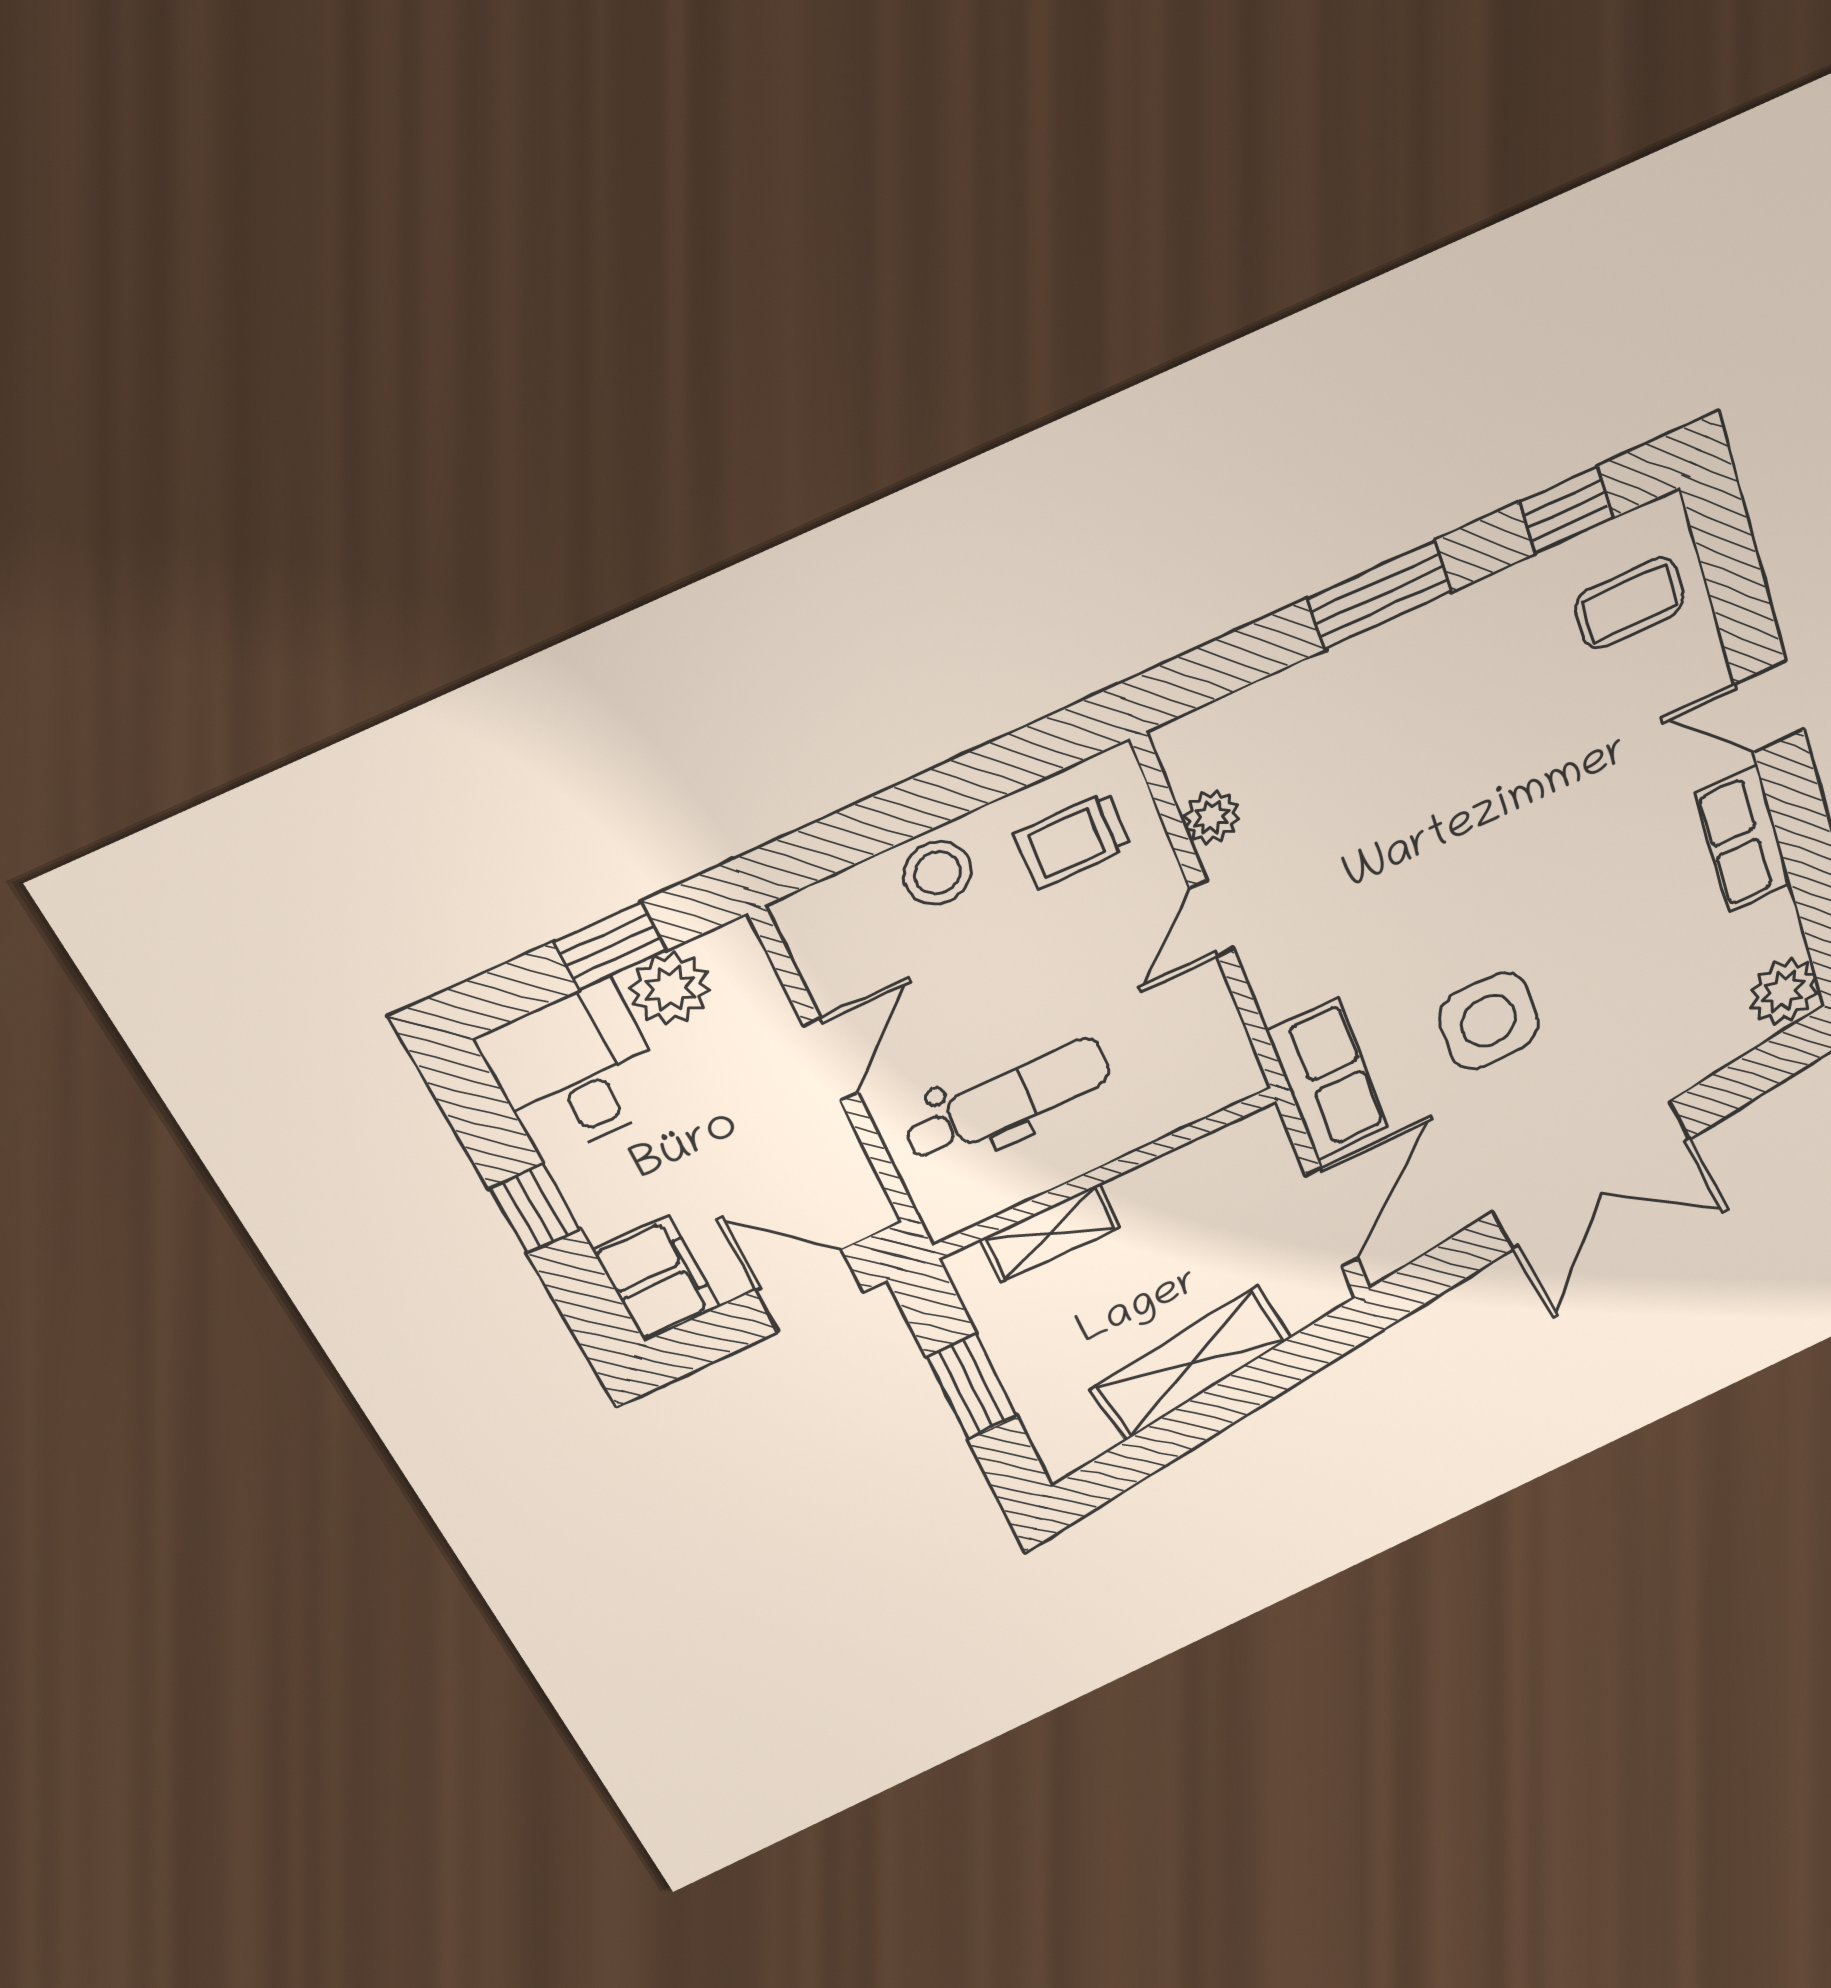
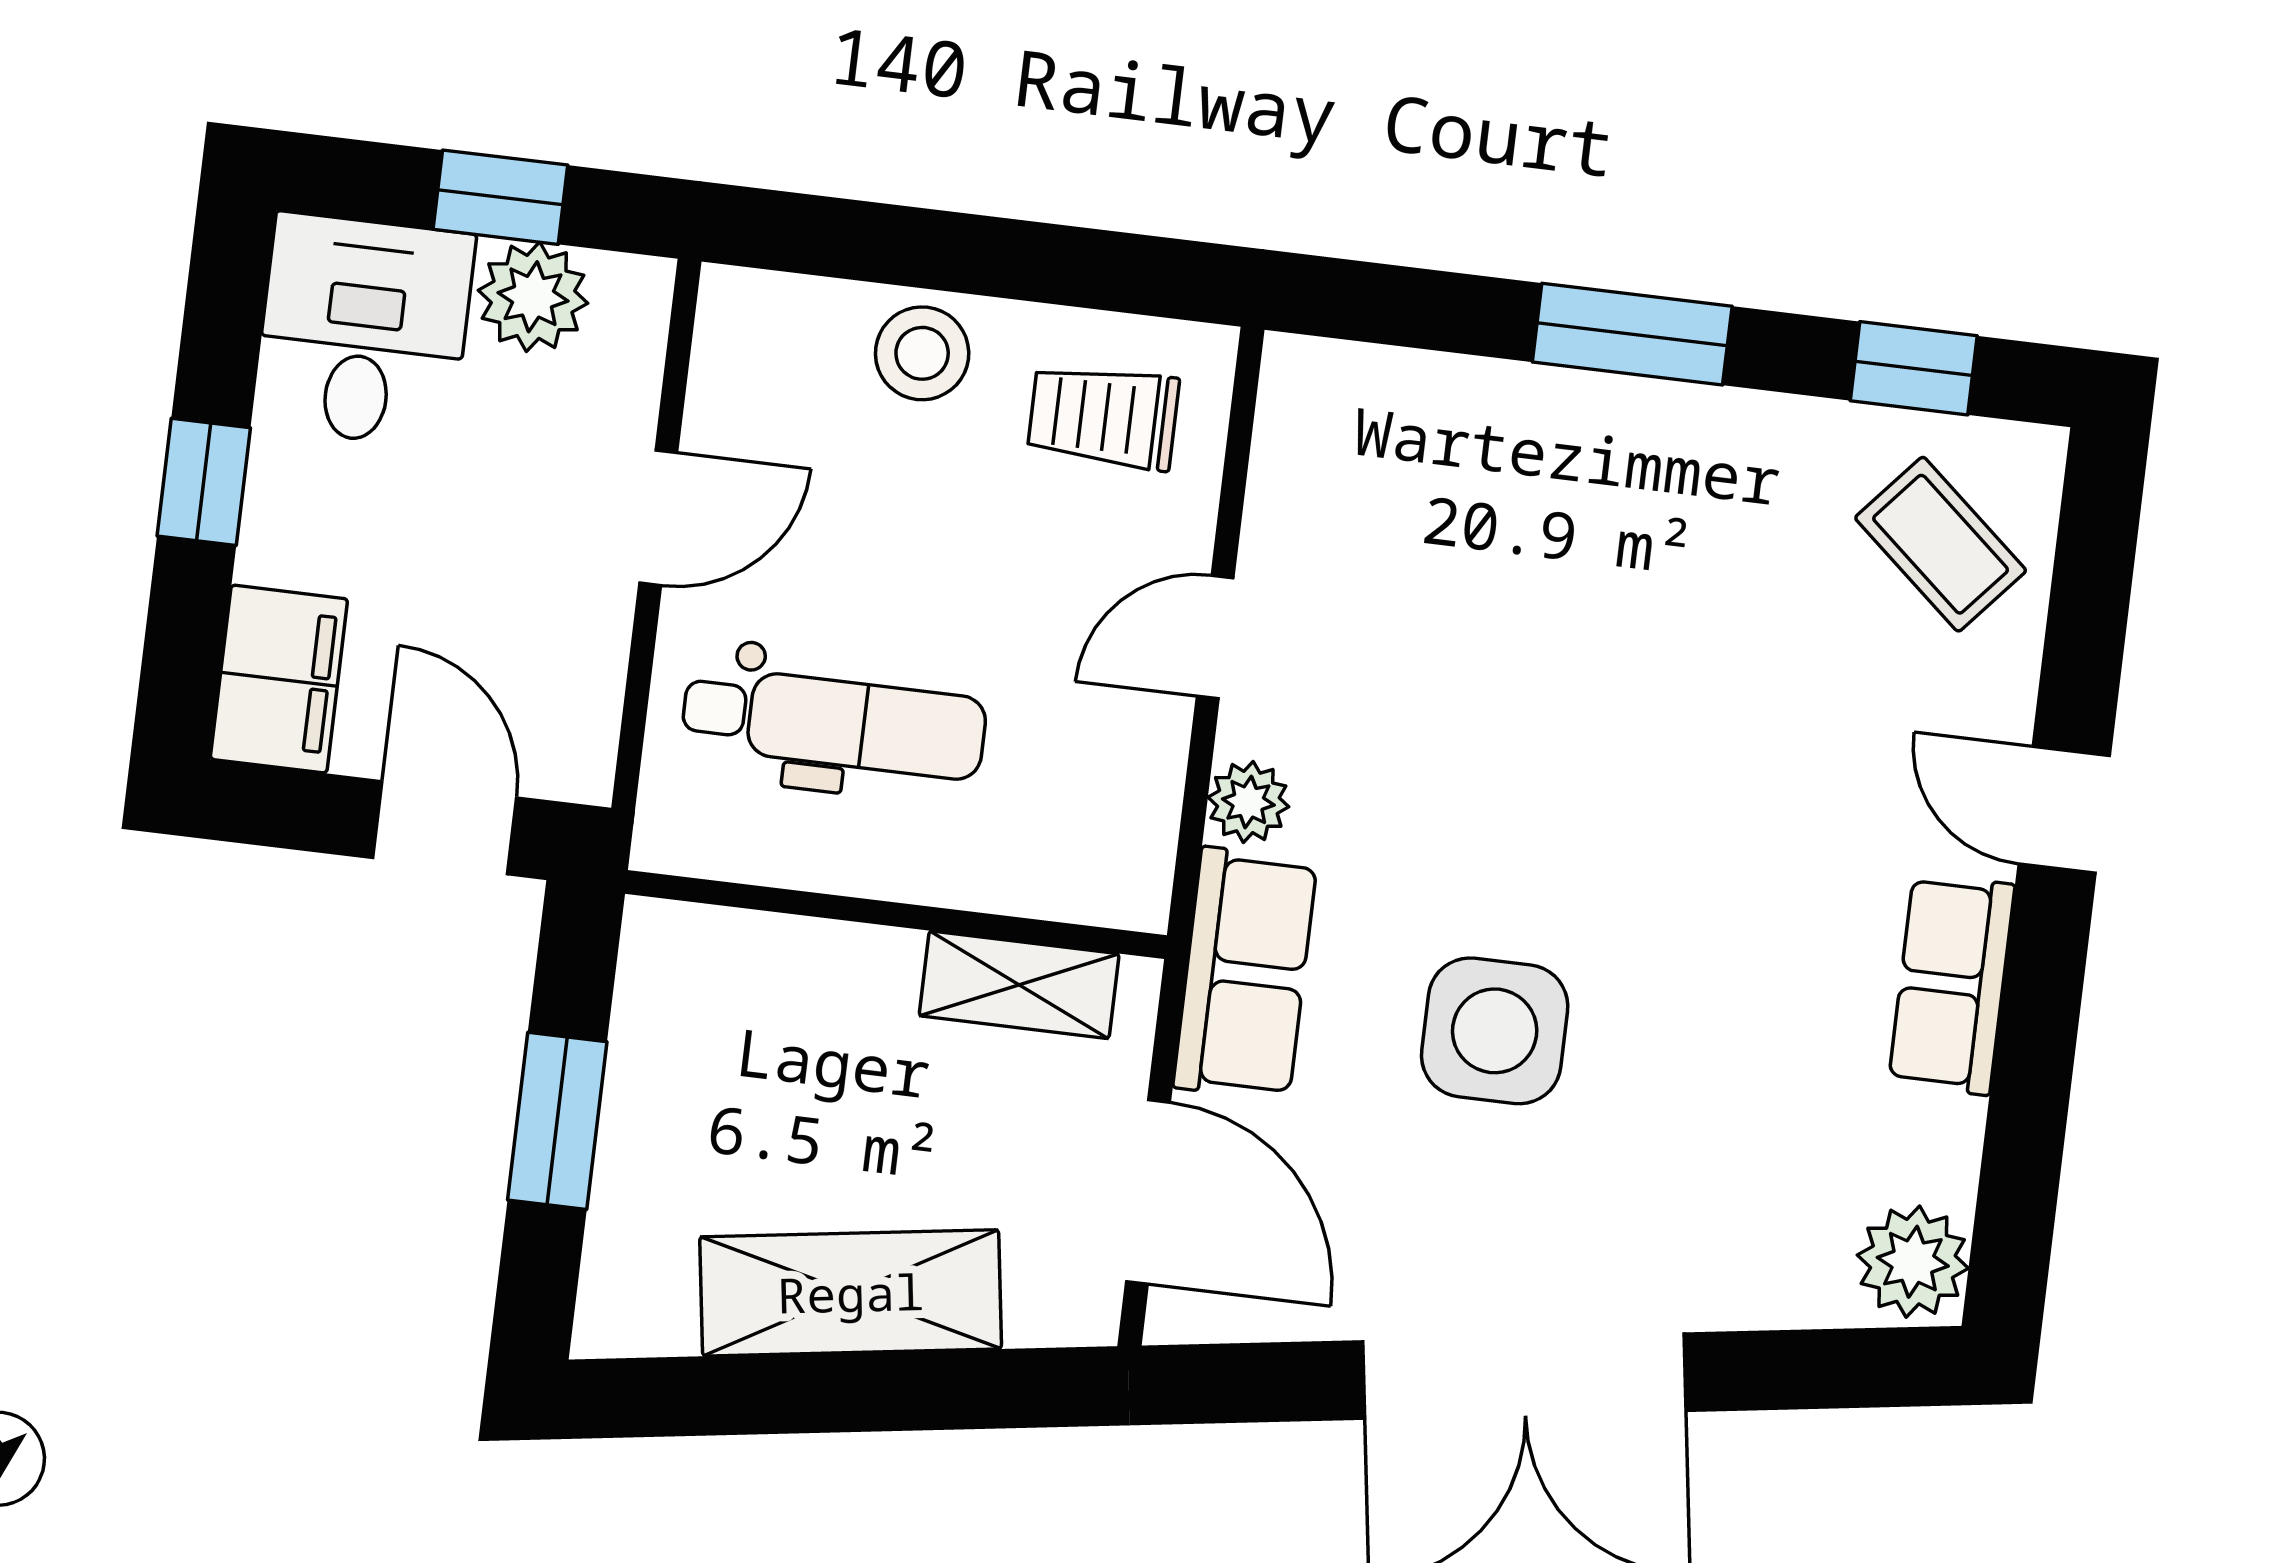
coffee table: (1630, 603) -> (1941, 544), turned 41
plant: (1212, 817) -> (1248, 802), moved
door: (1332, 1217) -> (1148, 1192), hinge flipped
shelving: (1050, 1233) -> (1019, 985), moved

